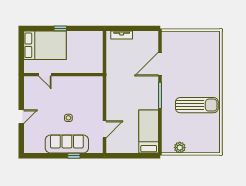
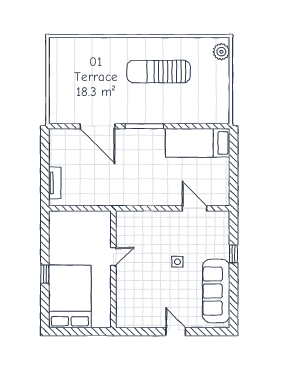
door: (45, 75) -> (113, 256), moved
sun lounger: (197, 105) -> (159, 72), turned -90
sofa: (67, 144) -> (216, 291), moved
plant: (180, 148) -> (221, 52), moved

